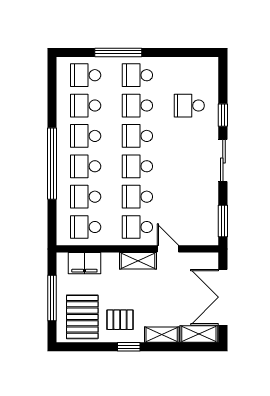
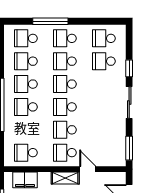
school desk: (86, 197) -> (104, 38), moved

